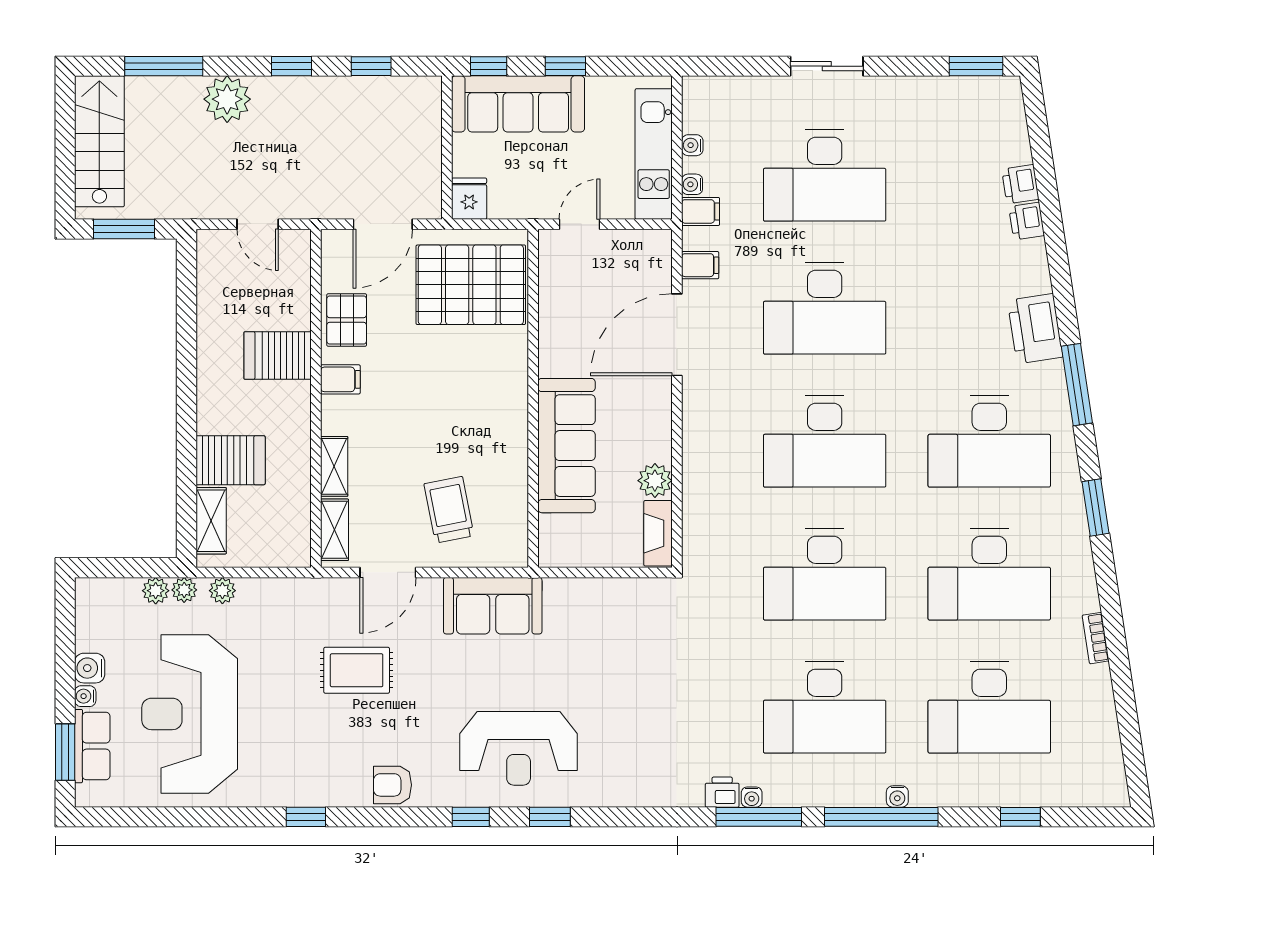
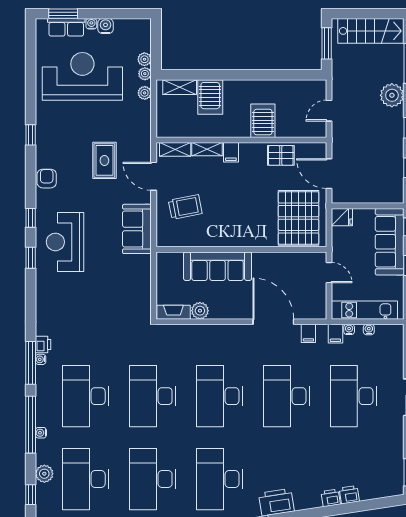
filing cabinet: (340, 379) -> (231, 152), moved
plant: (979, 790) -> (44, 474), added

